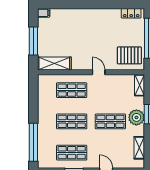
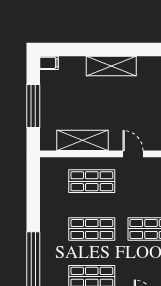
shelving: (84, 15) -> (111, 66), added
shelving: (54, 64) -> (82, 140), moved

